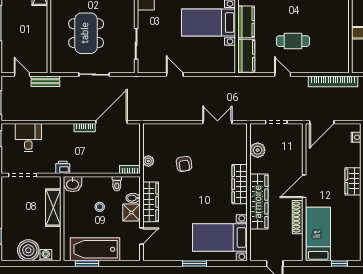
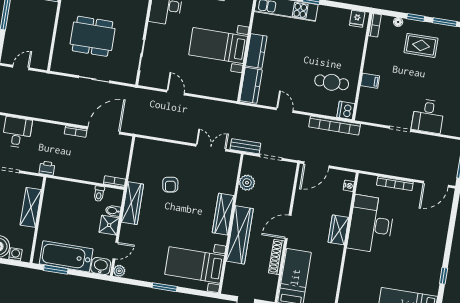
dining table: (86, 33) -> (93, 36), turned 90
cafe table: (293, 41) -> (332, 82), moved
dishwasher: (342, 65) -> (346, 110), added
door: (22, 74) -> (21, 68), hinge flipped
bench: (45, 81) -> (245, 146), moved
plant: (148, 161) -> (119, 271), moved
washbasin: (73, 184) -> (101, 266), moved, turned 180
wardrobe: (151, 202) -> (132, 203), moved
stool: (100, 207) -> (78, 214), removed

